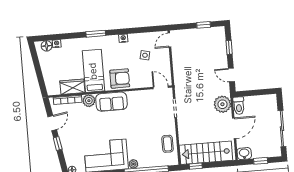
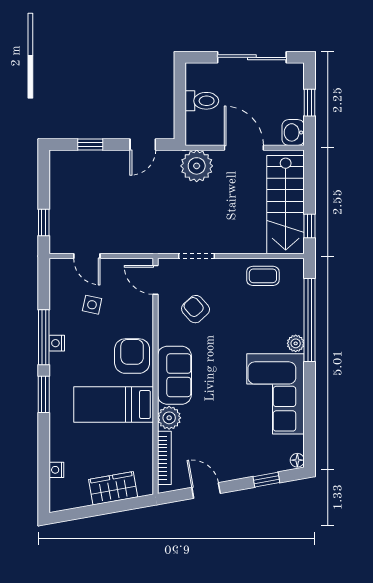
window: (204, 25) -> (44, 223), moved
window: (126, 31) -> (44, 337), added
door: (169, 40) -> (87, 256), moved
floor lamp: (47, 46) -> (59, 489), removed
wardrobe: (72, 87) -> (113, 488), moved, turned 80
door: (161, 87) -> (155, 280), hinge flipped
toilet: (239, 106) -> (202, 101), moved
armchair: (147, 110) -> (196, 309), added
window: (58, 144) -> (266, 480), moved

